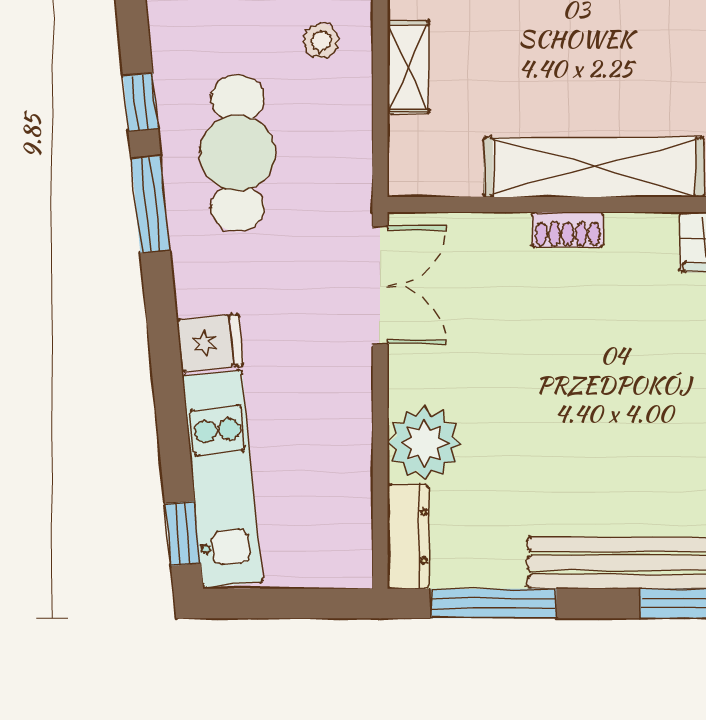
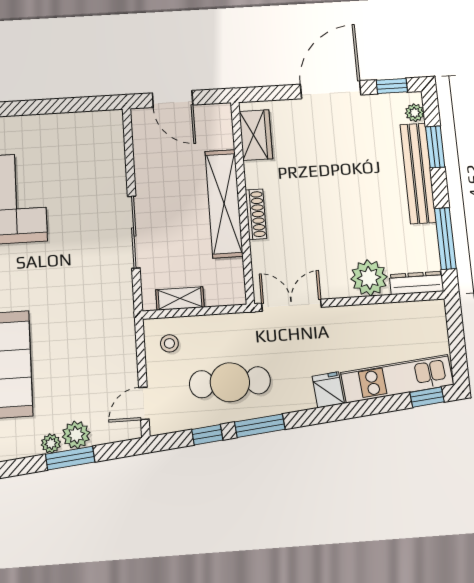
shoe rack: (568, 229) -> (256, 214), width x1.43

